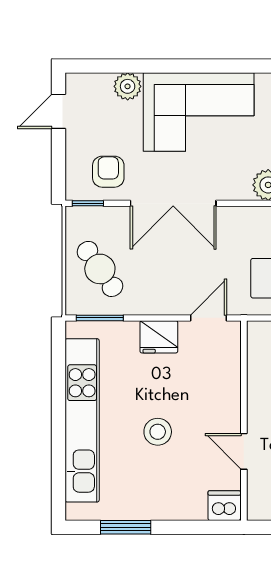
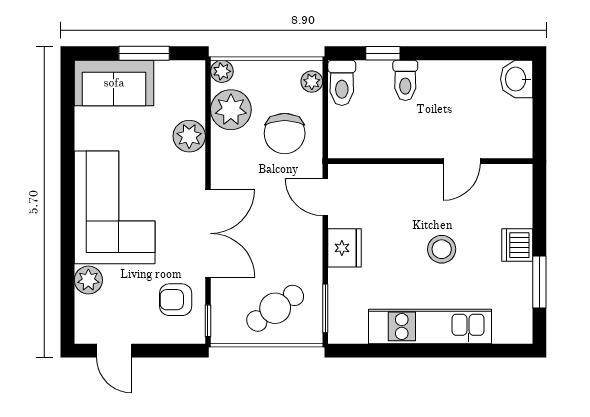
kitchen unit: (82, 420) -> (430, 326), width x0.73
dishwasher: (224, 506) -> (517, 245), moved

